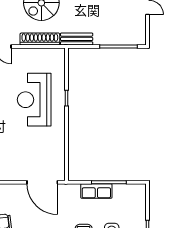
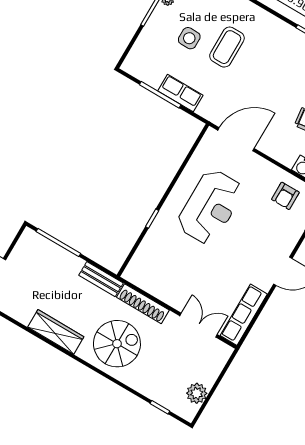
reception desk: (34, 100) -> (210, 207), moved
door: (42, 182) -> (236, 139), hinge flipped

